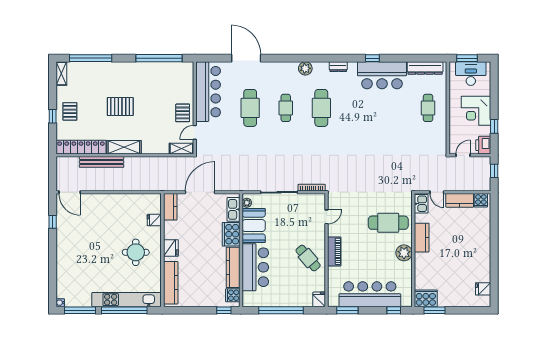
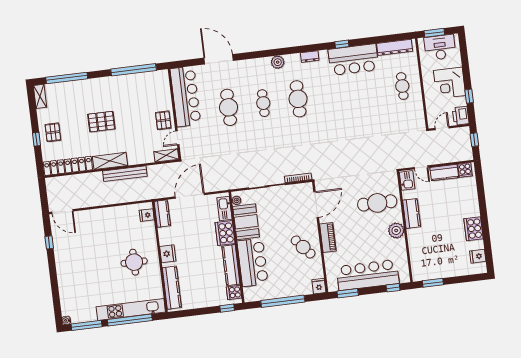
bench: (102, 162) -> (125, 174), moved
door: (327, 217) -> (316, 205), width x1.87
fridge: (154, 220) -> (147, 215), moved
cooker: (426, 298) -> (474, 229), moved, turned -90

